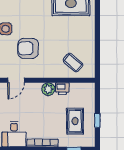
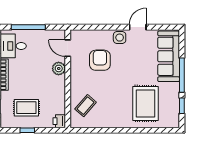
plant: (48, 89) -> (59, 68), moved
printer: (62, 89) -> (59, 121), moved

